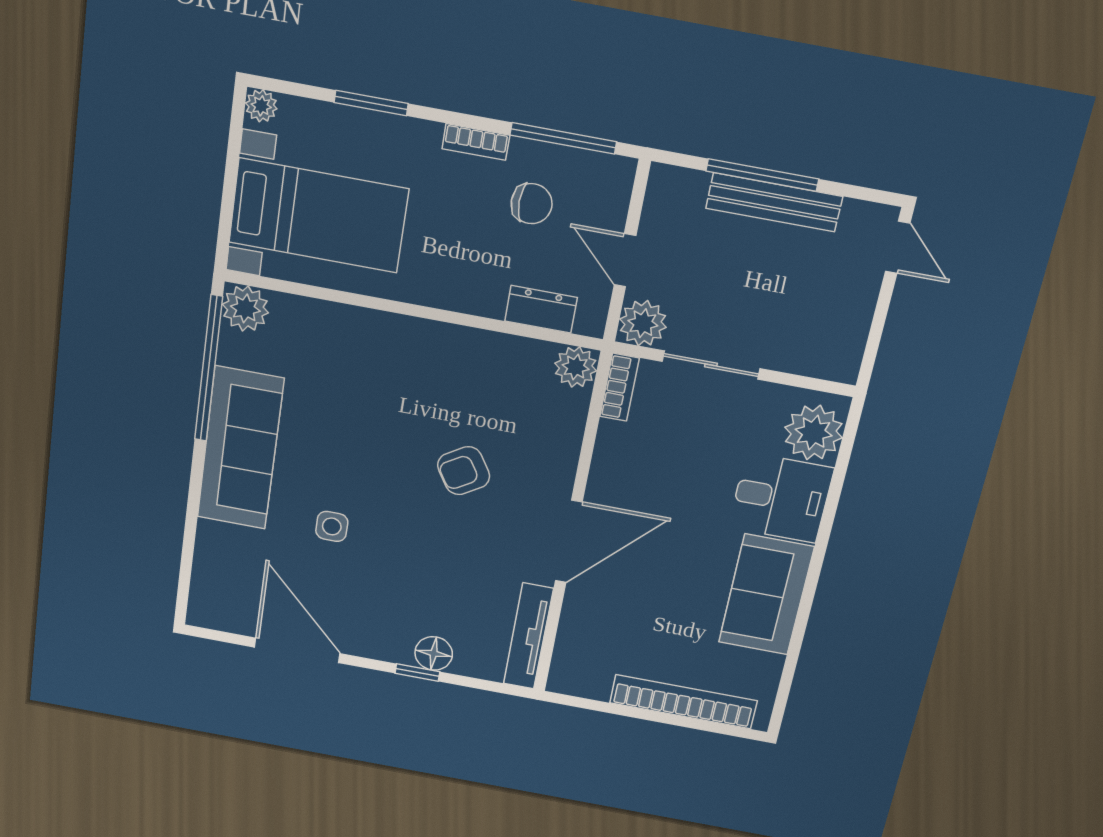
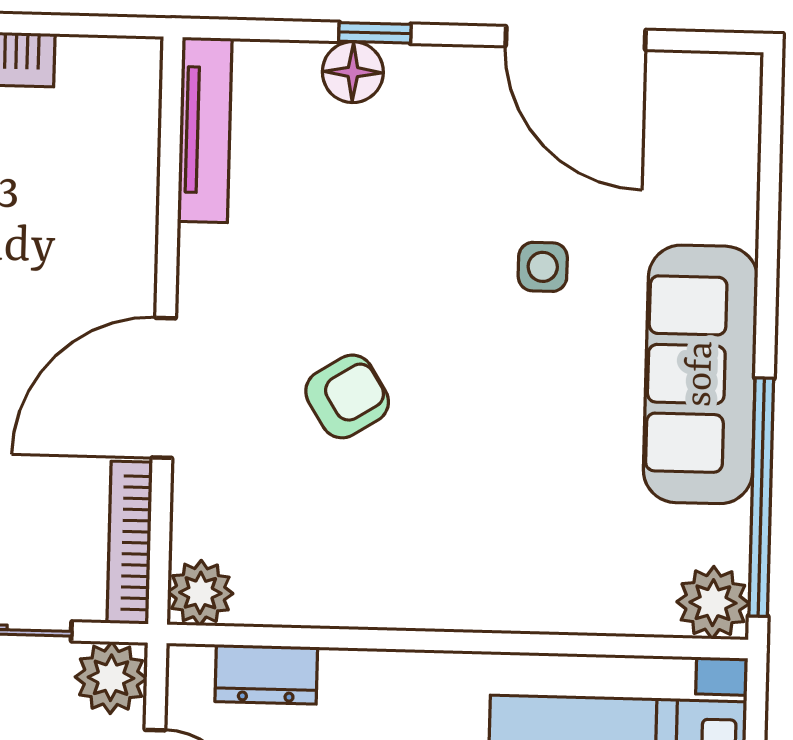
bookcase: (620, 387) -> (130, 543), width x1.56
door: (569, 542) -> (164, 388), moved

